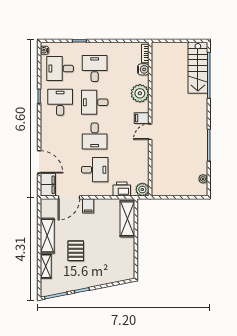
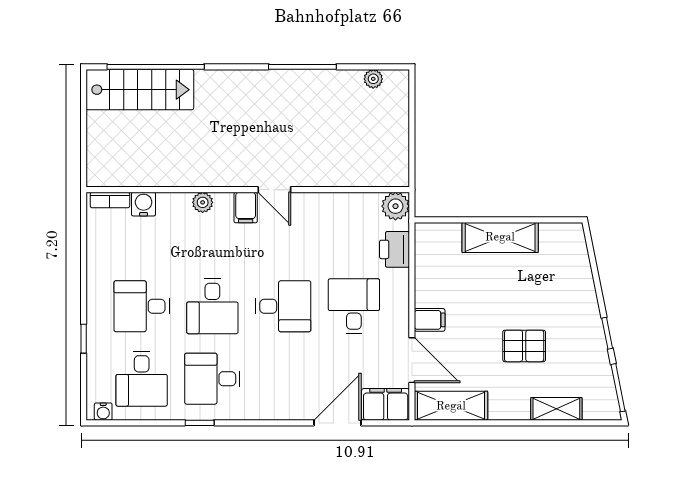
plant: (140, 93) -> (203, 202), width x0.53, depth x0.53
shelving: (127, 219) -> (500, 237), moved
shelving: (47, 236) -> (451, 406), moved

